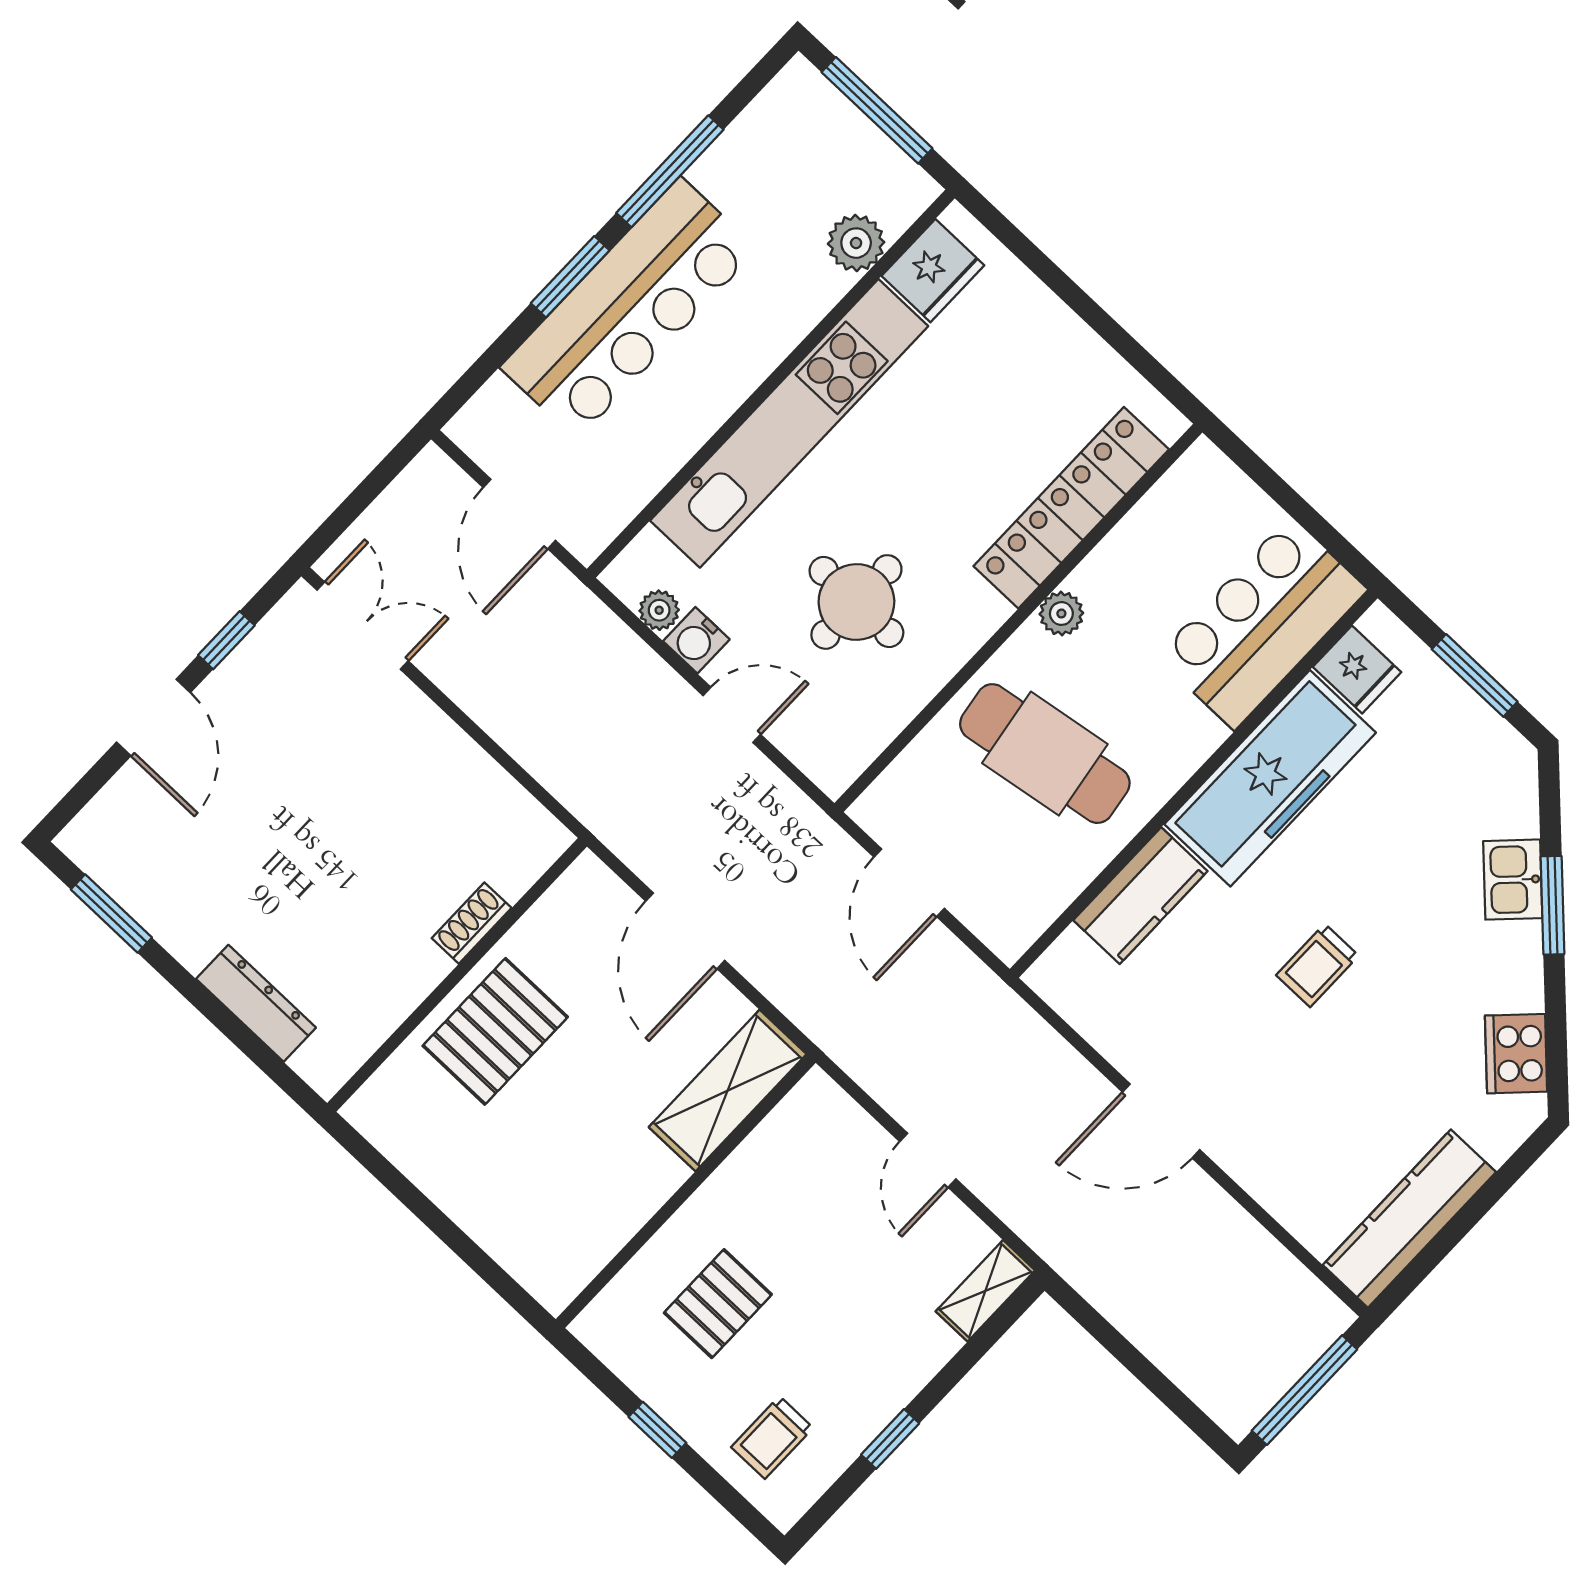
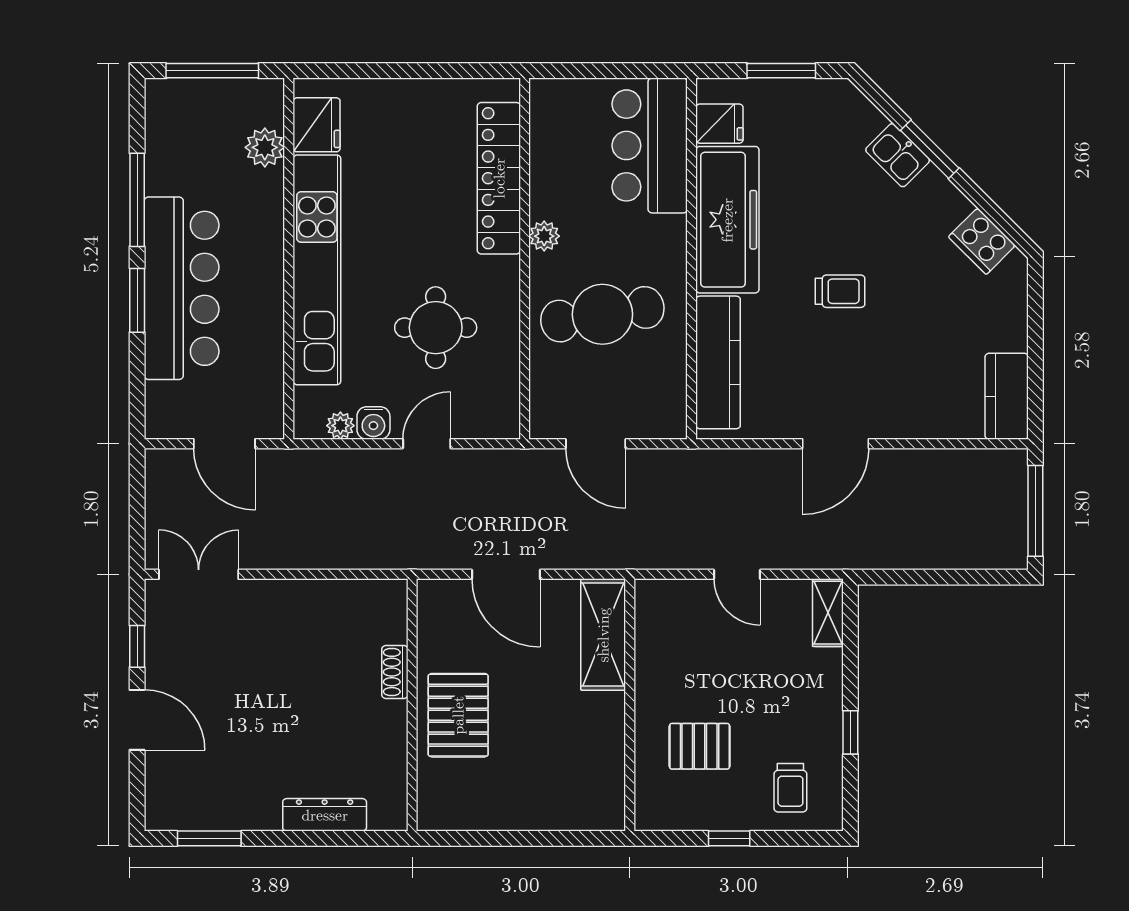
kitchen counter: (1140, 896) -> (718, 362), width x1.50
trolley: (1317, 965) -> (840, 291), turned -90
kitchen counter: (1409, 1219) -> (1007, 396), width x0.67
pallet: (718, 1304) -> (700, 746), turned 90

